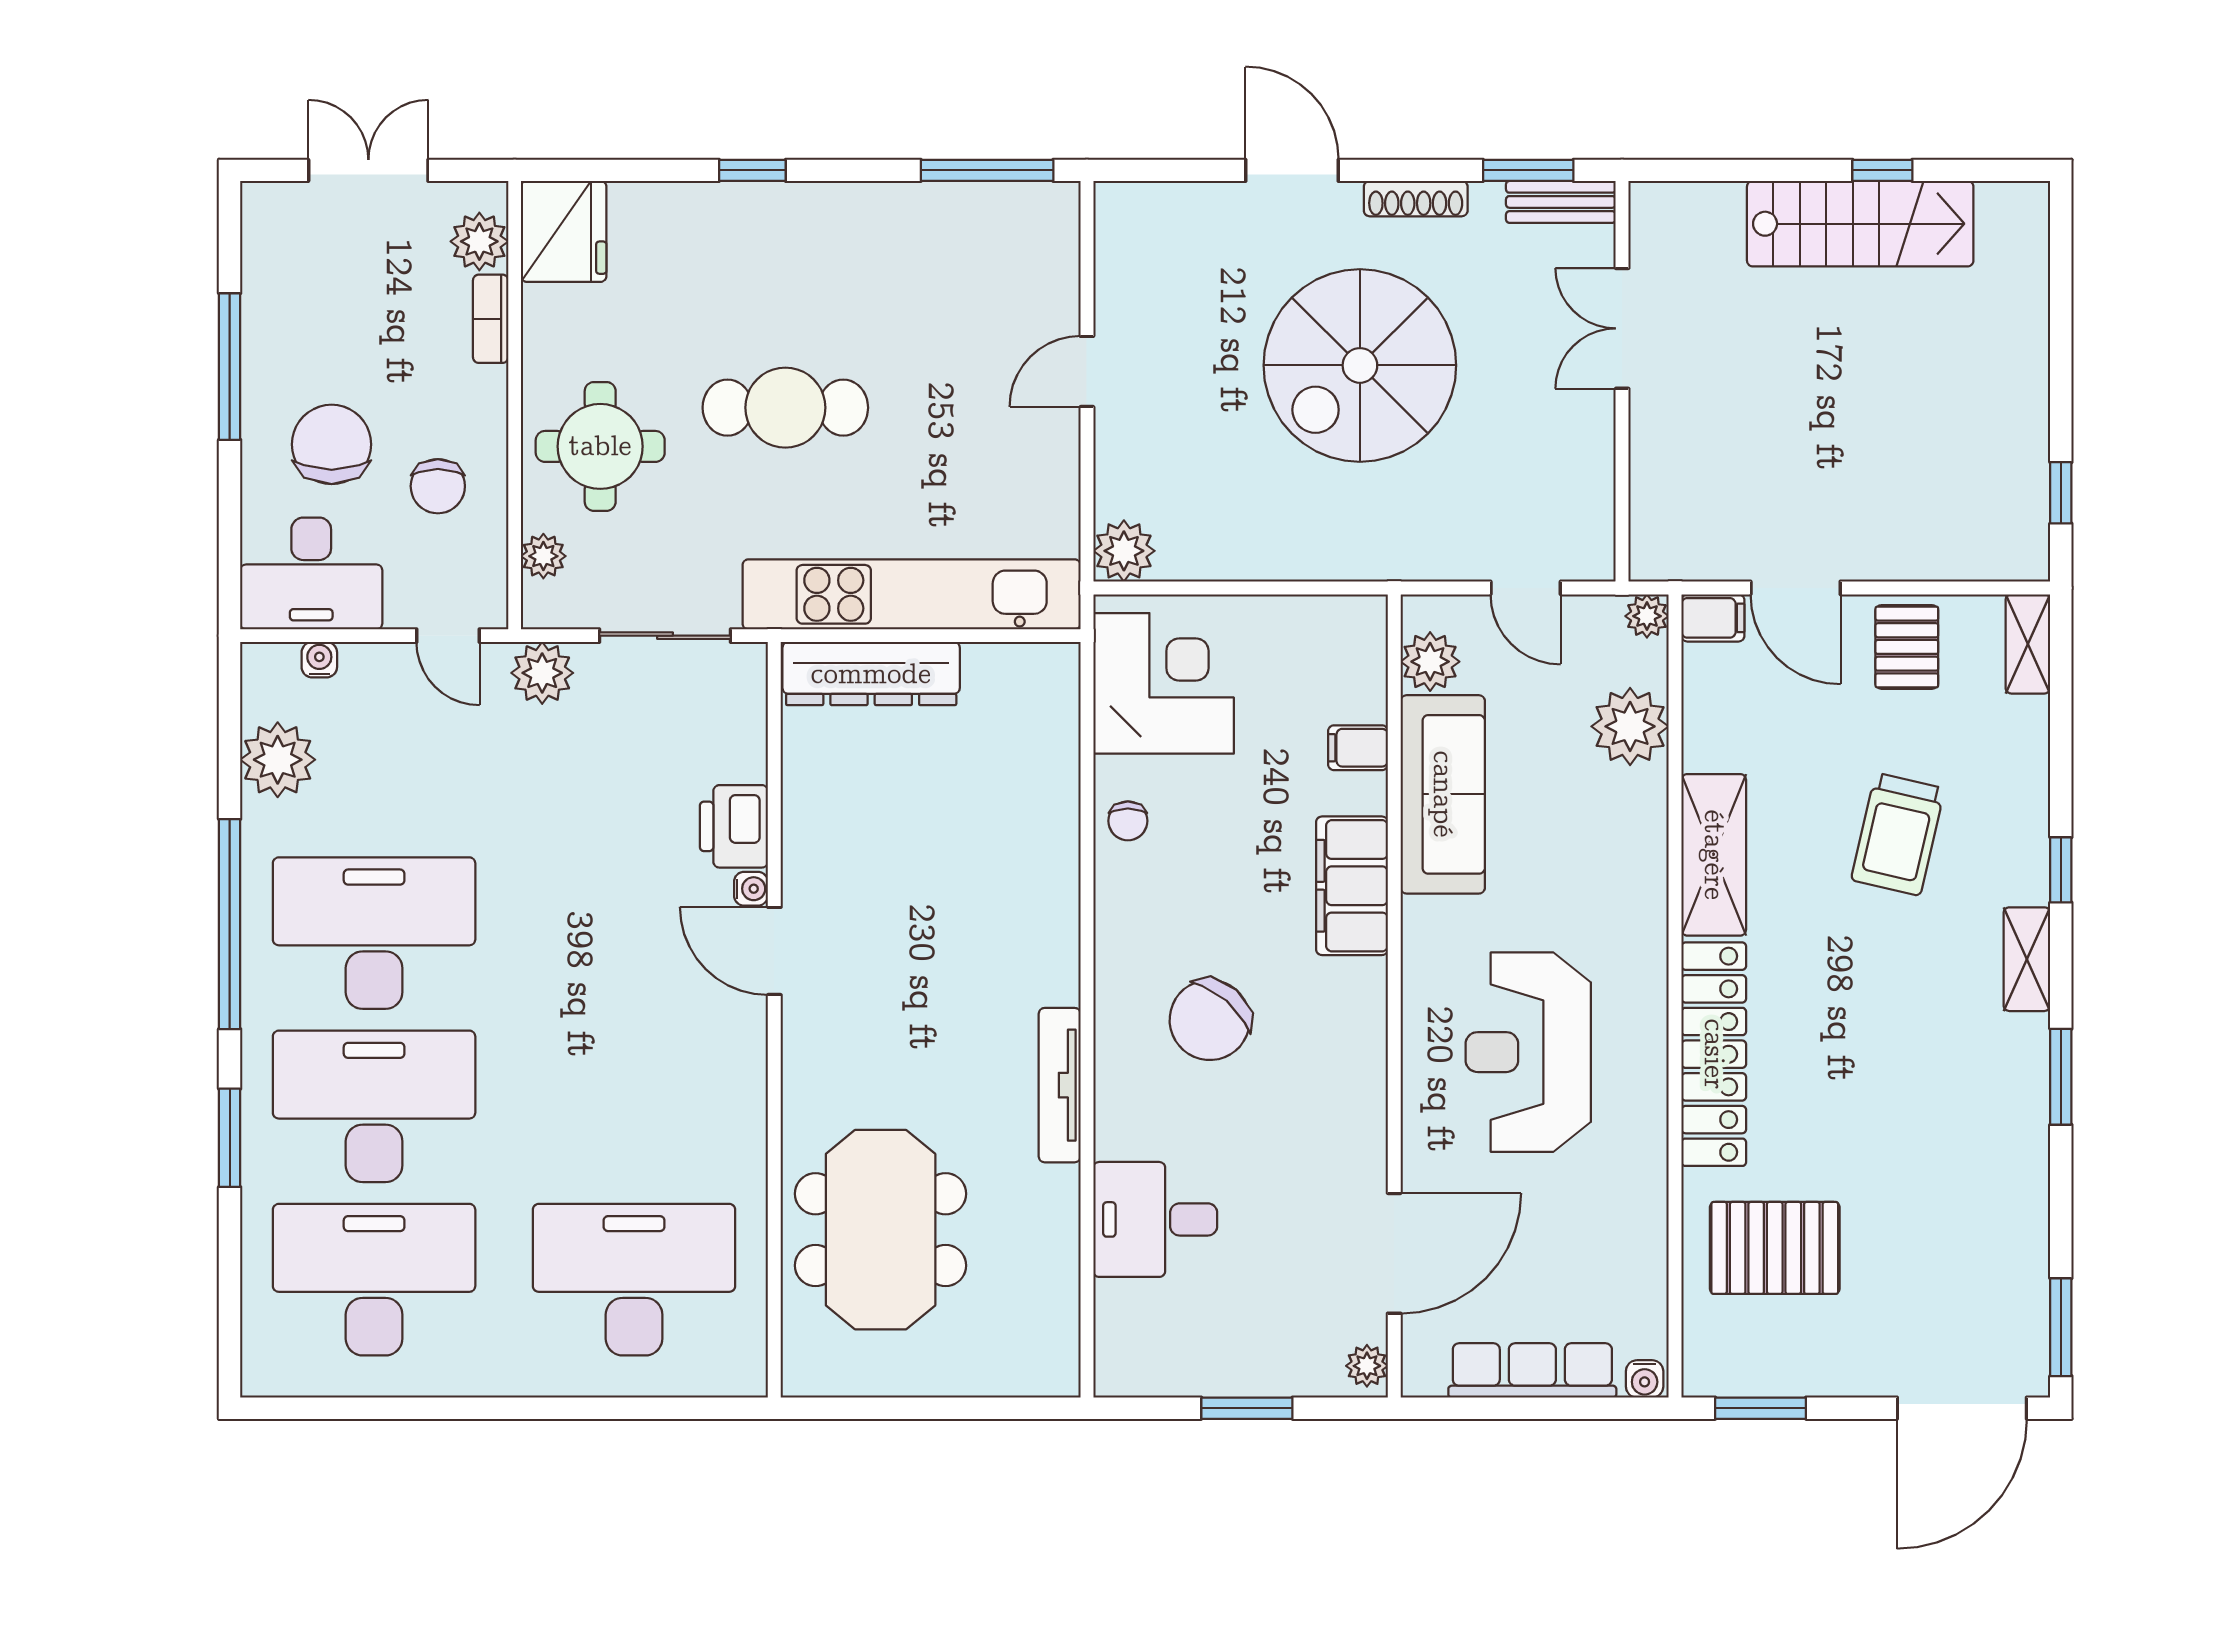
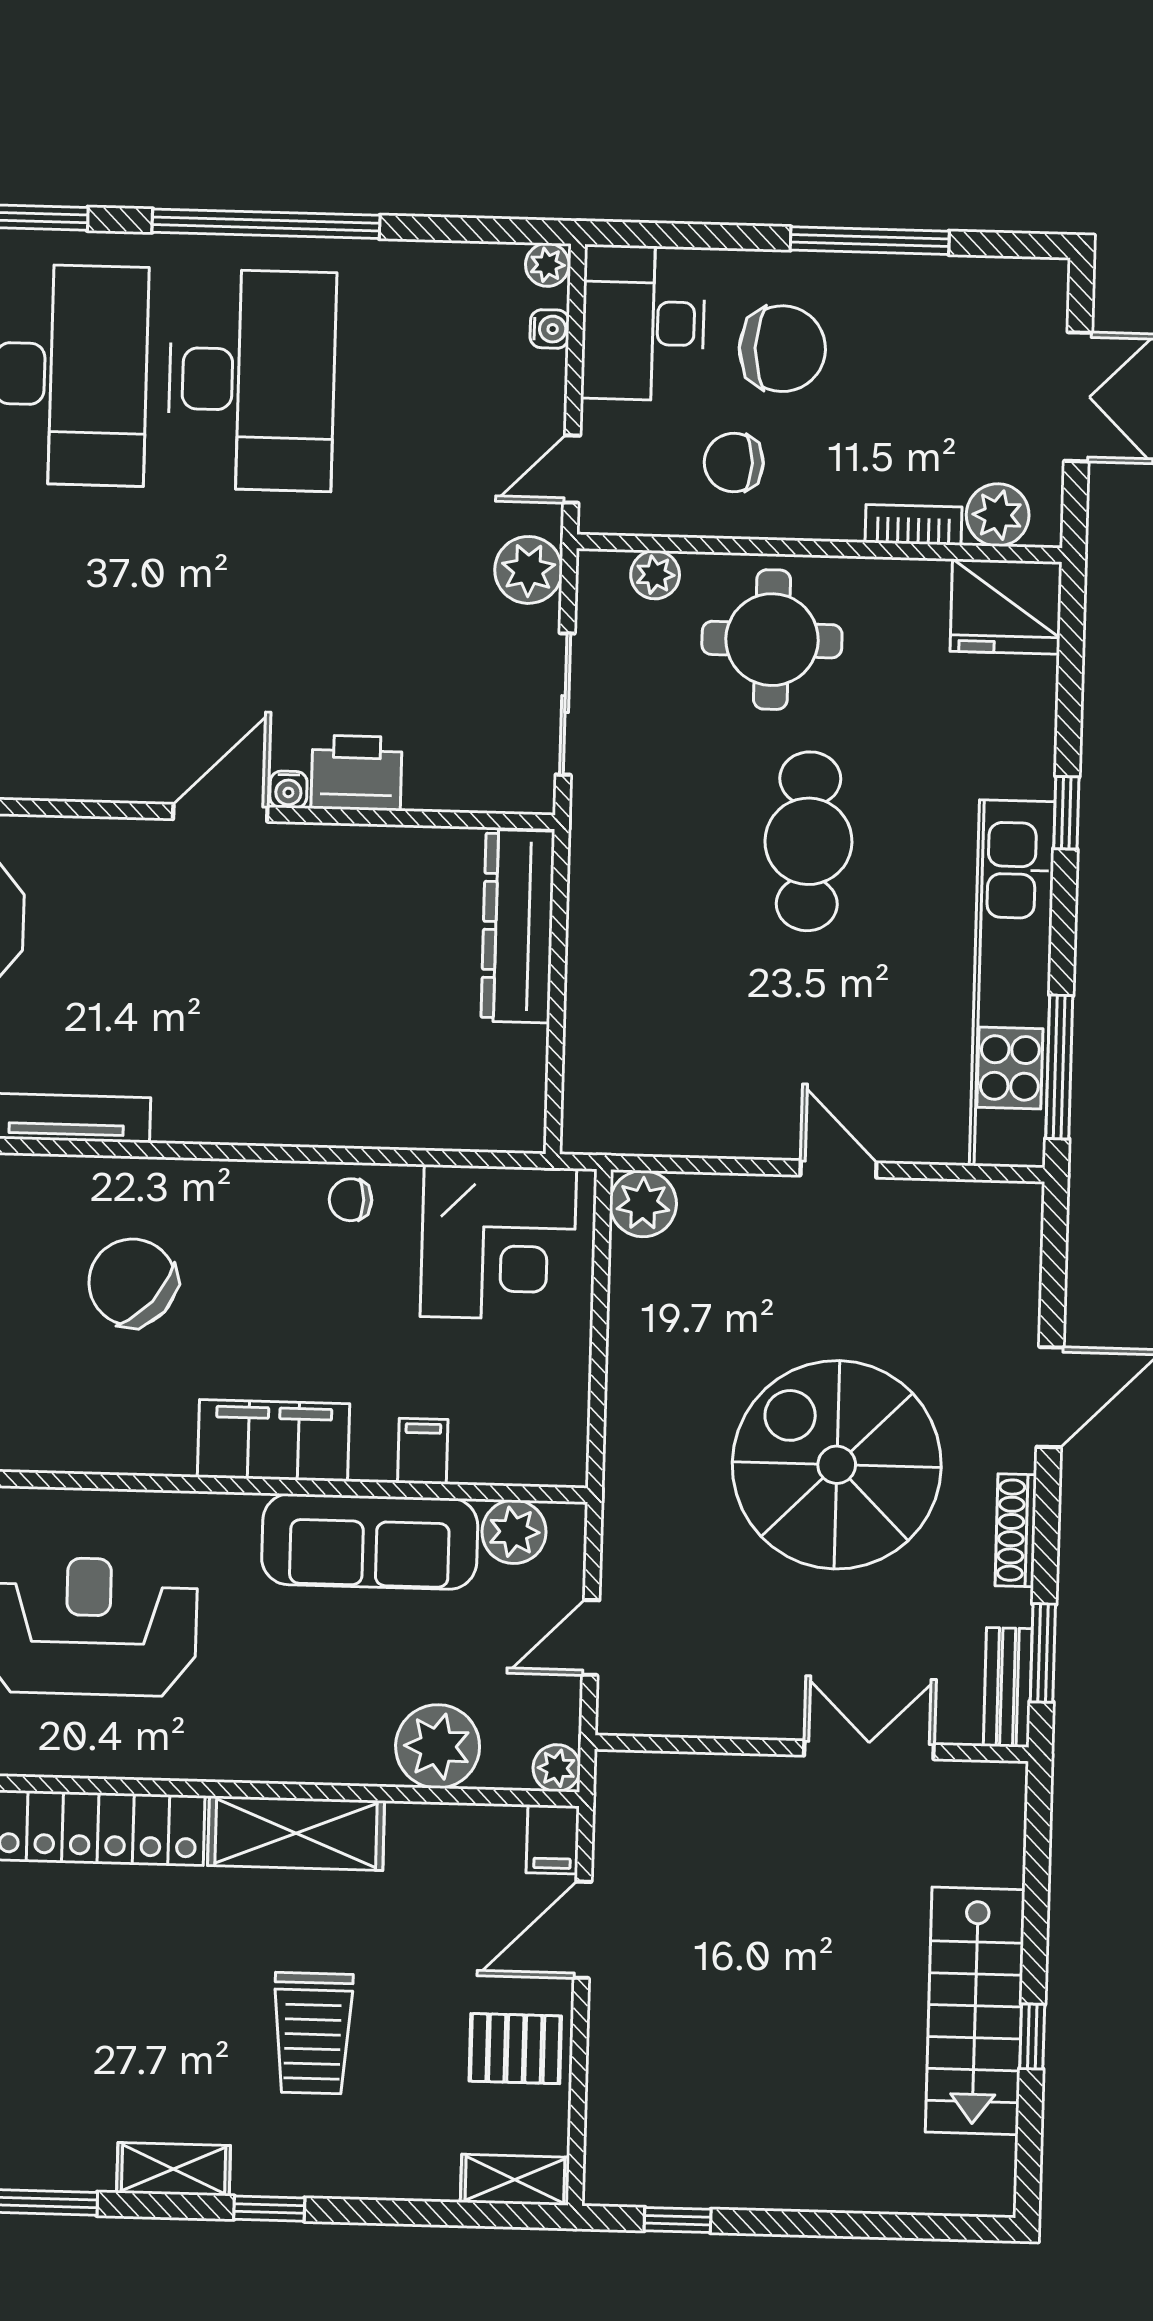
kitchen unit: (912, 594) -> (1012, 984), moved, turned 180
plant: (278, 760) -> (547, 265), moved, width x0.53, depth x0.53
trolley: (1898, 834) -> (313, 2033), turned -103

